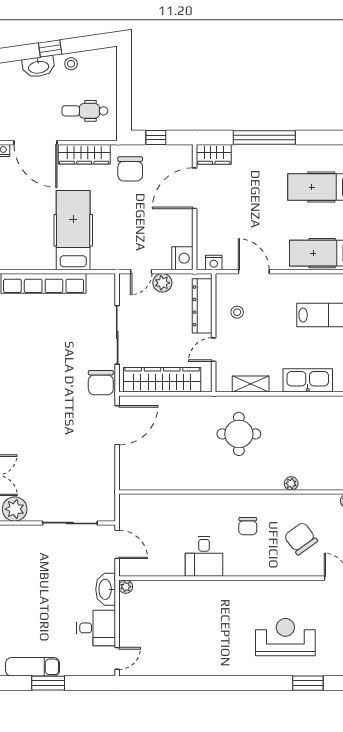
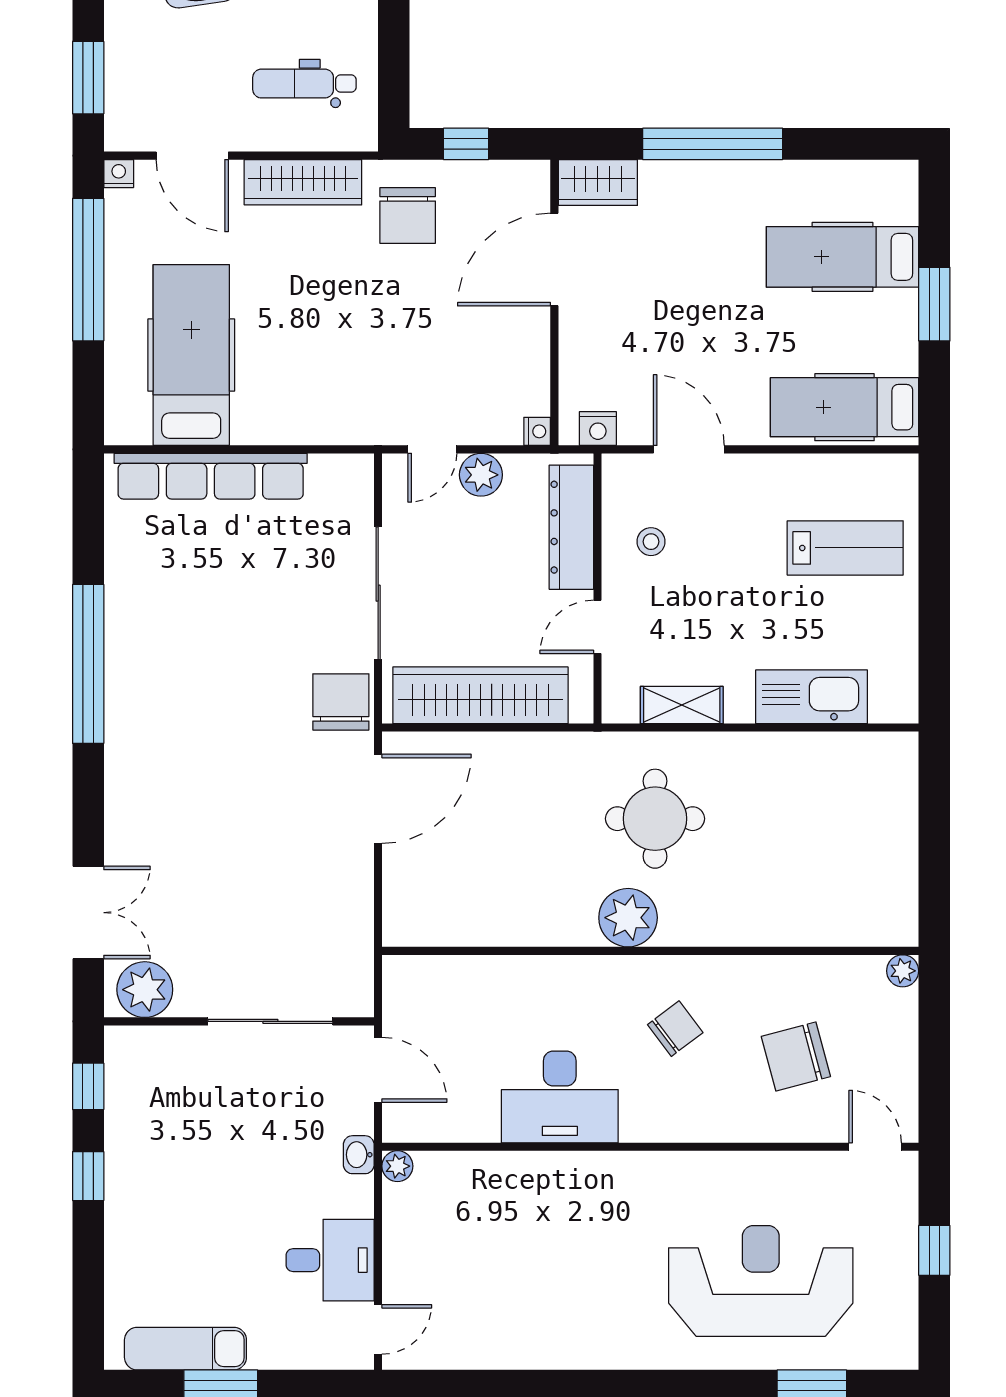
door: (36, 143) -> (192, 156), width x0.73
hospital bed: (73, 230) -> (191, 355), moved
nightstand: (182, 258) -> (537, 431), width x0.53, depth x0.56
chair: (101, 383) -> (341, 702), turned 180
plant: (291, 483) -> (628, 918), moved, width x1.87, depth x1.87
chair: (248, 526) -> (675, 1029), turned -127
chair: (301, 538) -> (796, 1056), turned -69
desk: (204, 556) -> (560, 1097), width x1.37
washbasin: (106, 589) -> (359, 1155), width x0.52, depth x0.69
reception desk: (285, 637) -> (761, 1281), width x1.36, depth x1.30

